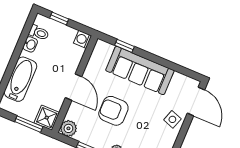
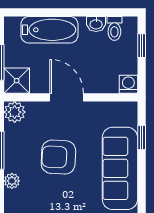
door: (74, 87) -> (67, 97), swing flipped
armchair: (113, 111) -> (58, 157), turned -87

